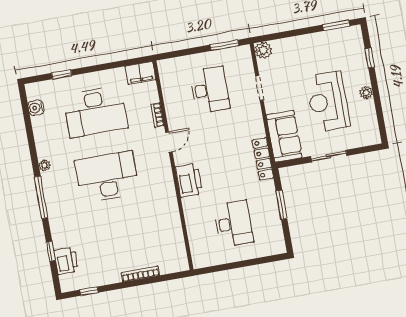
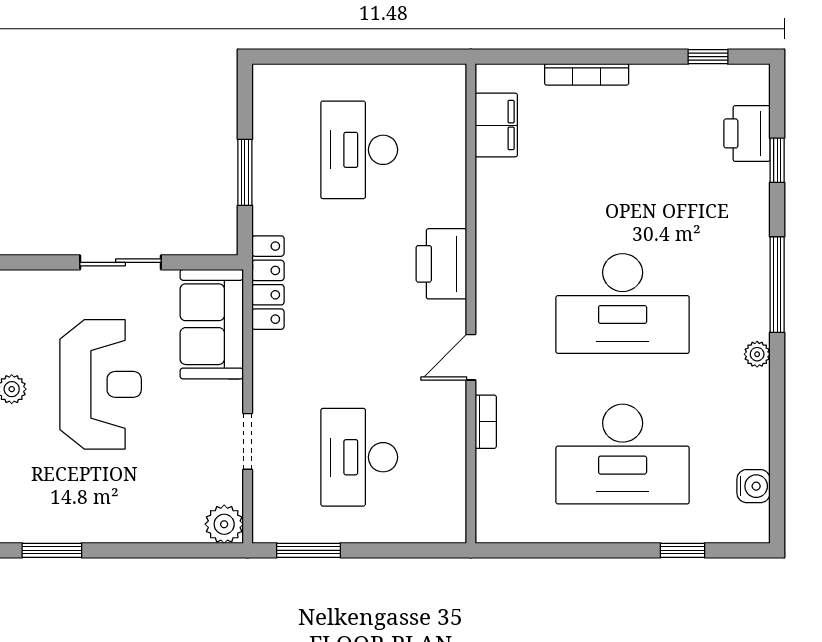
filing cabinet: (140, 73) -> (496, 125), moved, turned 90
desk: (95, 112) -> (623, 454), turned 180

